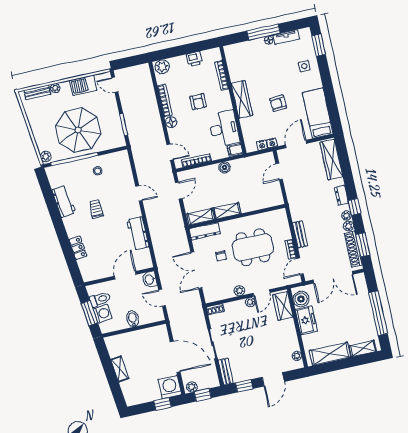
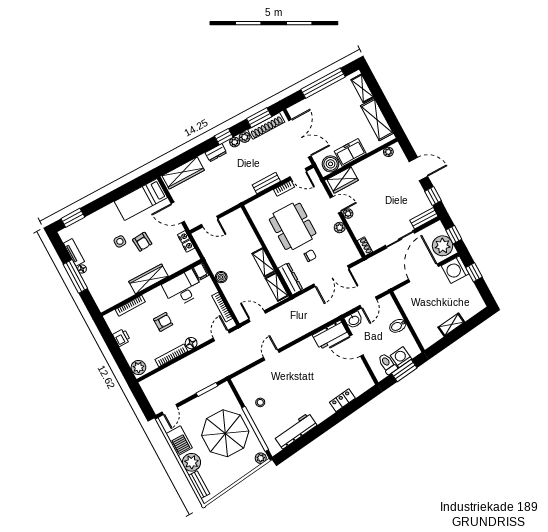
side table: (304, 66) -> (120, 241), moved
plant: (55, 88) -> (192, 462), width x1.87, depth x1.87
workbench: (64, 201) -> (295, 431), width x1.38
trolley: (96, 209) -> (299, 393), removed
workbench: (138, 233) -> (330, 335), moved
plant: (192, 387) -> (443, 246), width x1.87, depth x1.87

